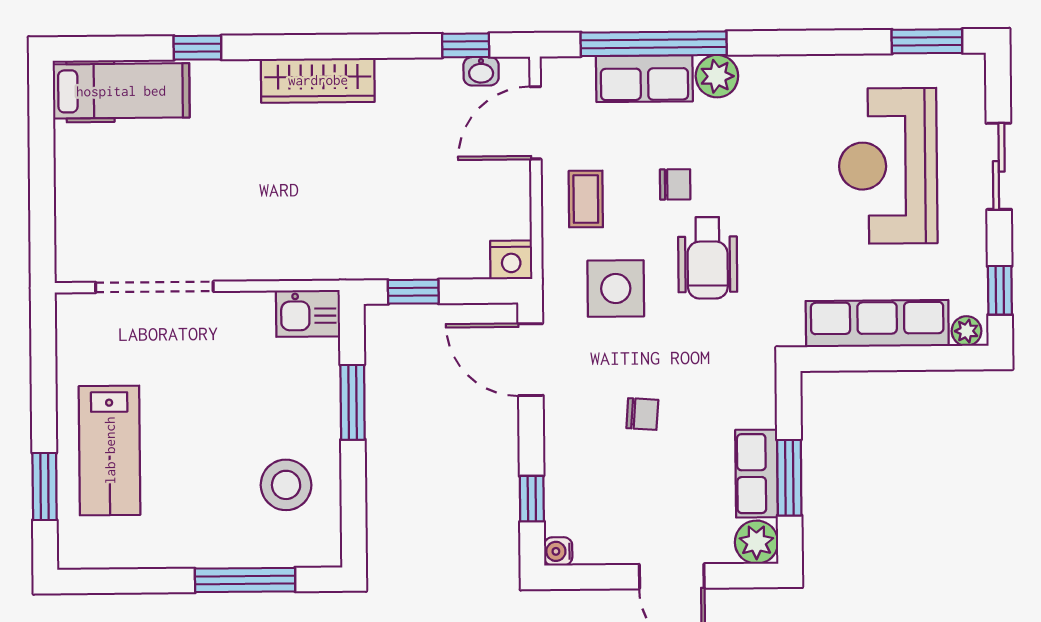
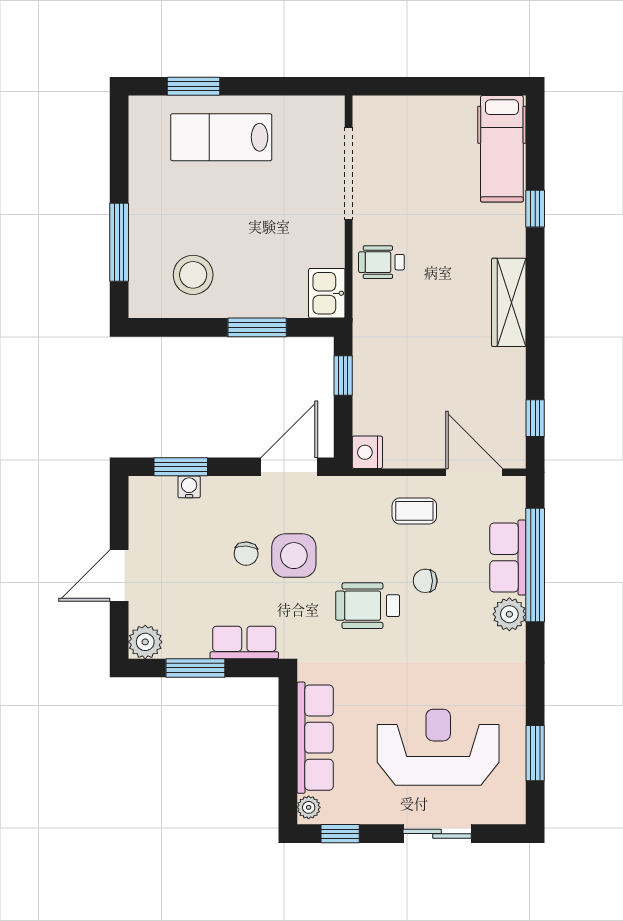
window: (927, 41) -> (535, 753), moved
washbasin: (481, 71) -> (515, 430), removed
chair: (675, 184) -> (425, 581), turned 90
wheelchair: (268, 244) -> (381, 262), added
side table: (616, 288) -> (294, 556), moved
row of seats: (757, 474) -> (244, 642), moved
window: (532, 499) -> (181, 467), width x1.50
water cooler: (558, 551) -> (189, 487), moved

